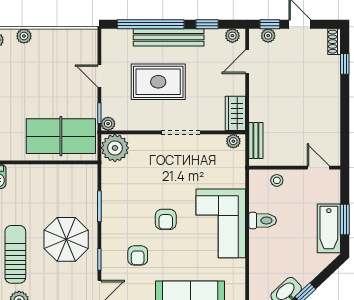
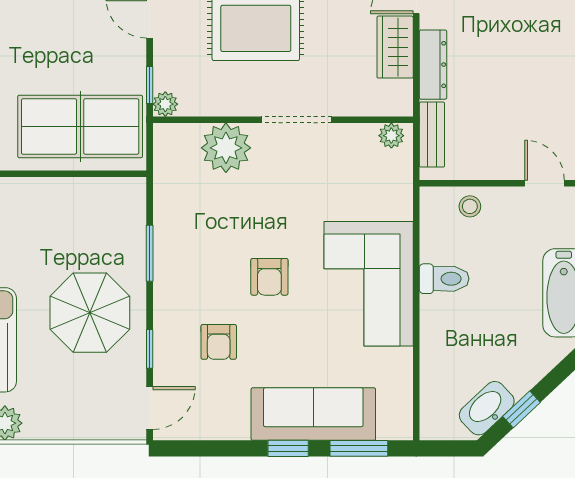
dresser: (256, 102) -> (433, 65), added
wardrobe: (235, 113) -> (395, 47), moved
plant: (115, 148) -> (226, 148), moved

